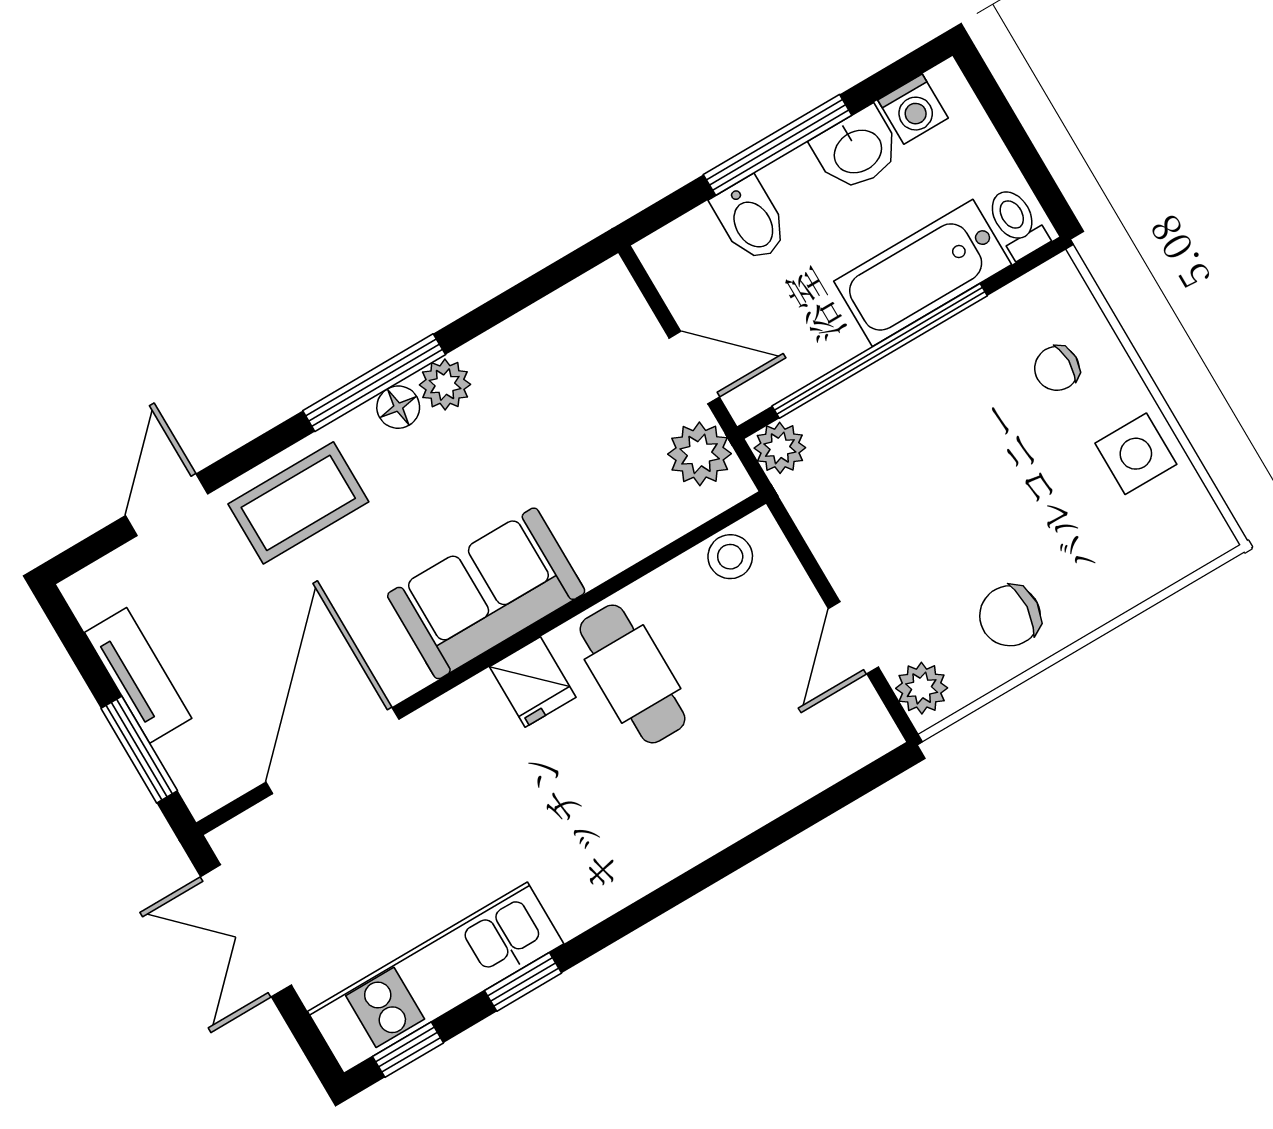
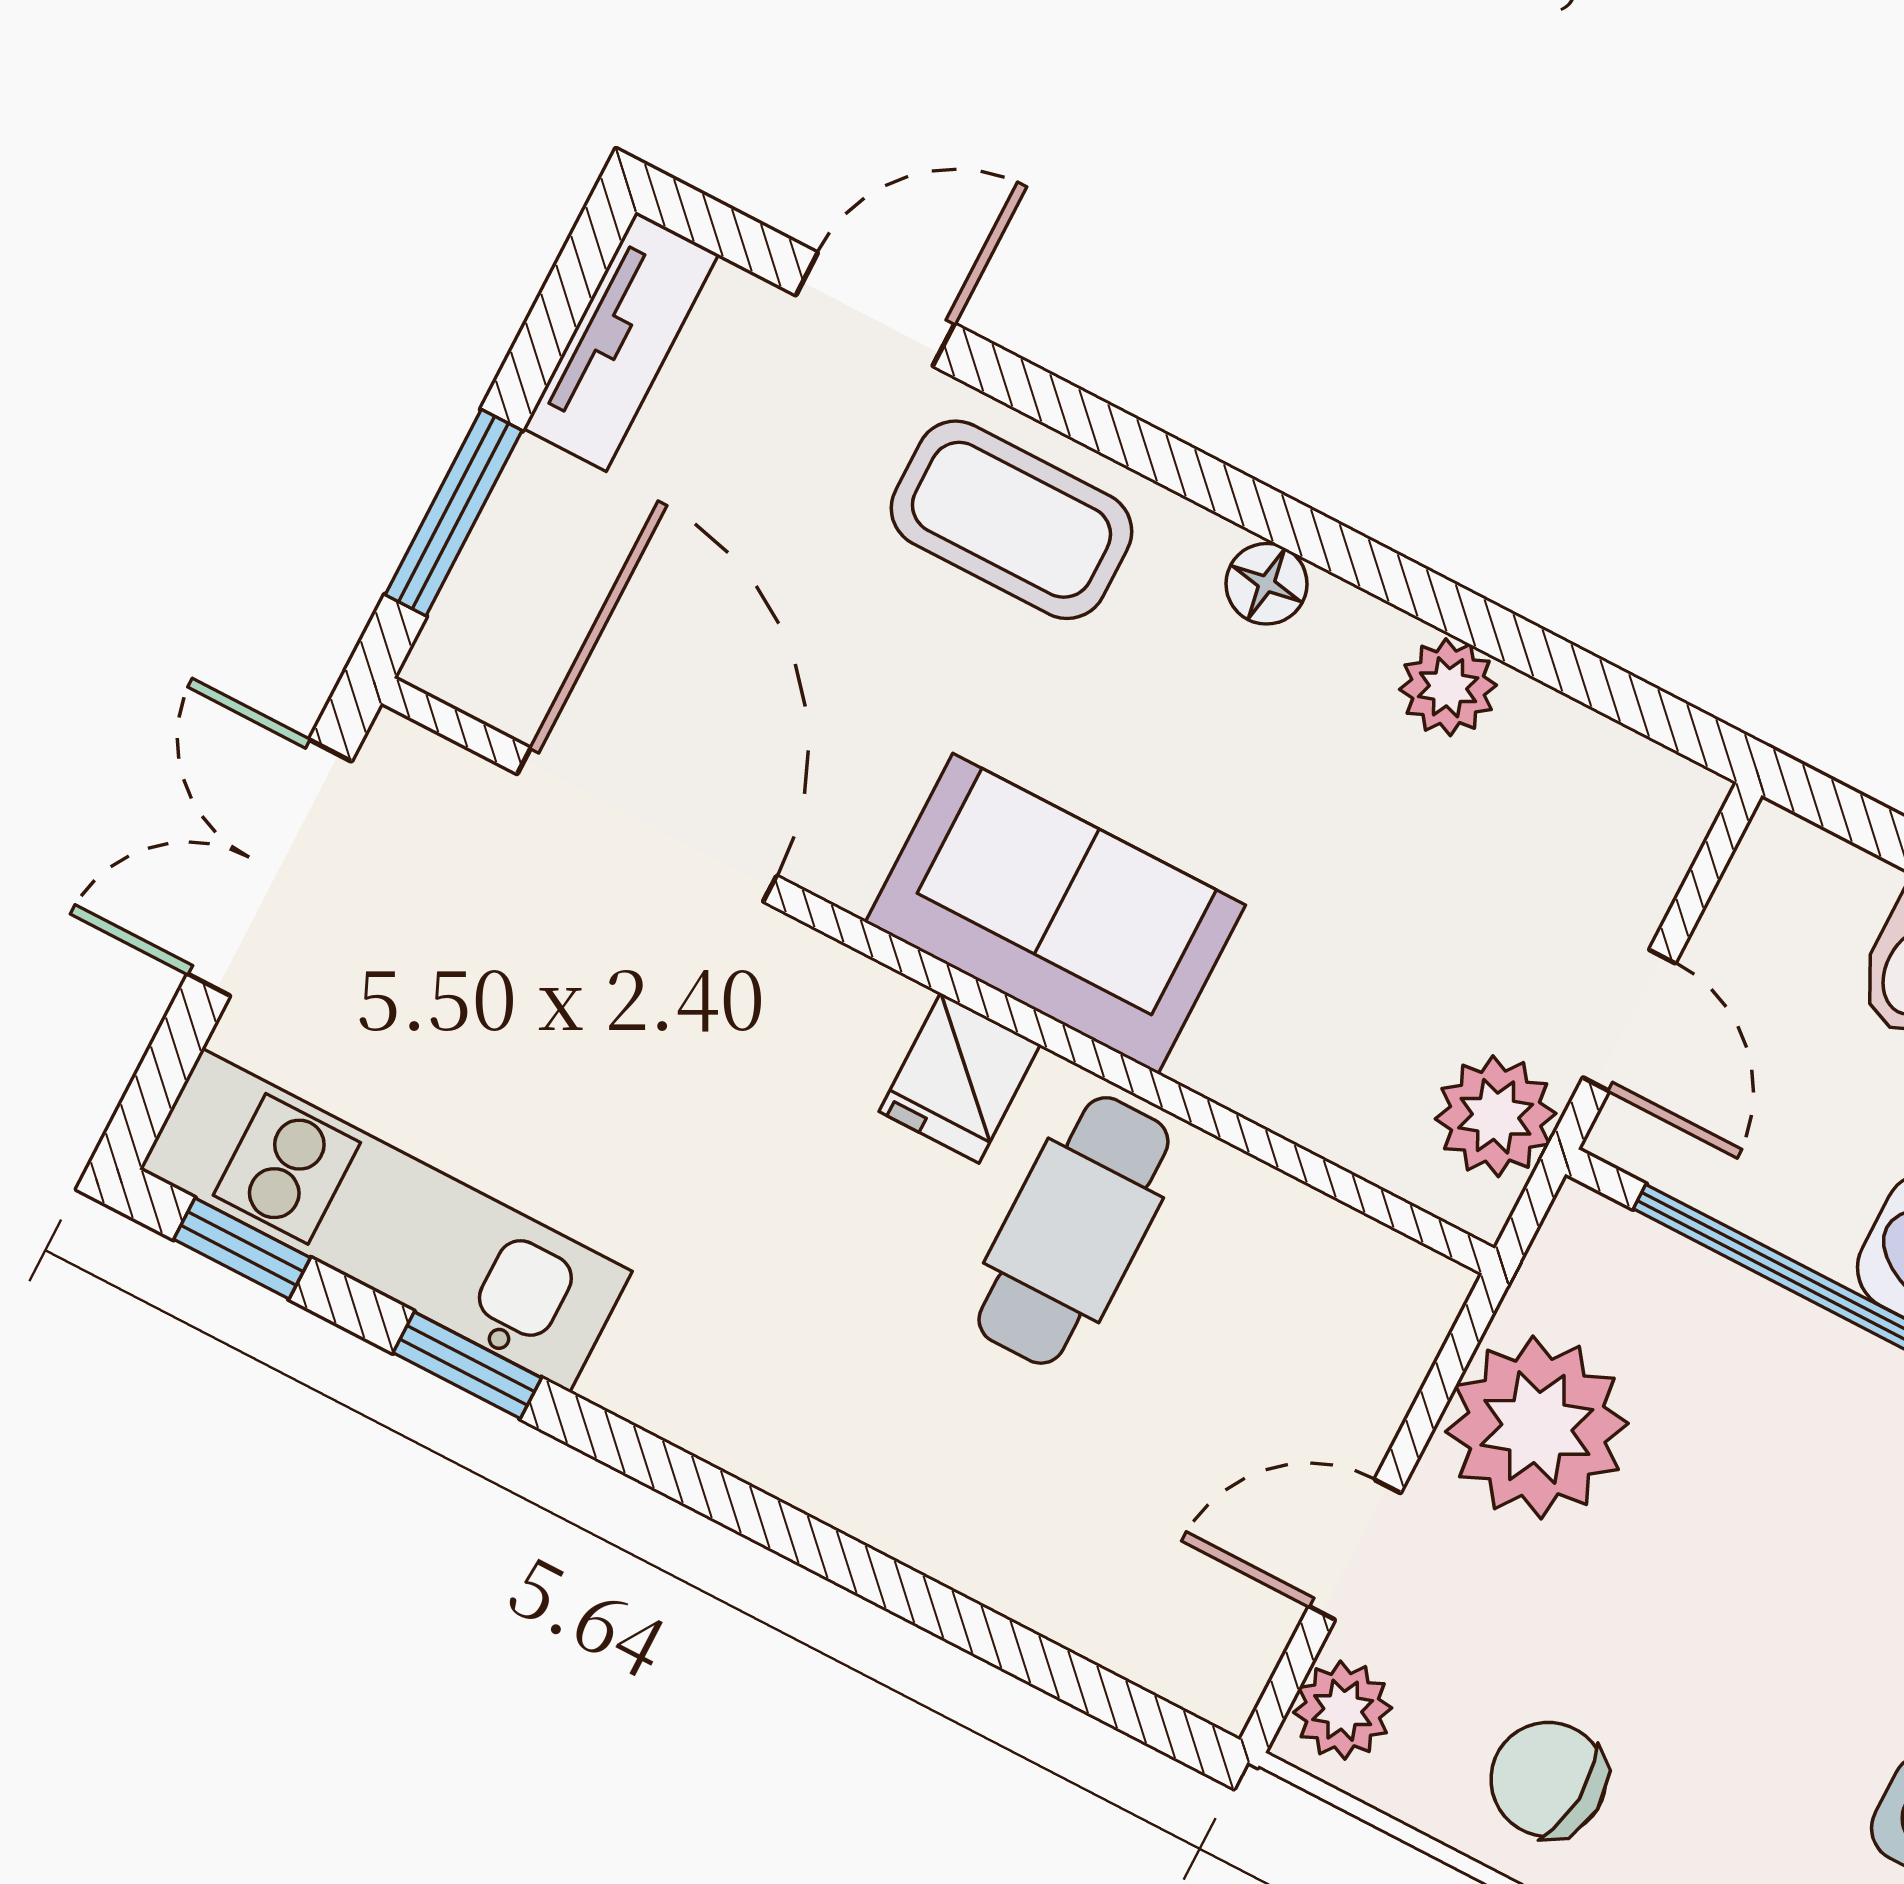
window: (374, 383) -> (1281, 520), removed
plant: (445, 385) -> (1448, 687), moved
plant: (780, 448) -> (1537, 1427), moved, width x1.87, depth x1.87
stool: (730, 557) -> (1361, 1269), removed
tv unit: (138, 675) -> (621, 341), moved
door: (332, 751) -> (647, 825), hinge flipped

